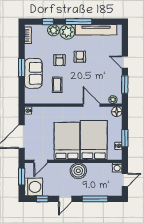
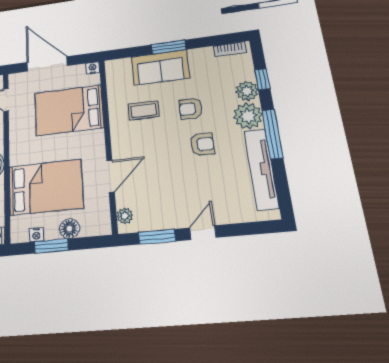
floor lamp: (117, 112) -> (69, 229), moved
bed: (67, 141) -> (69, 110), moved, turned 180

